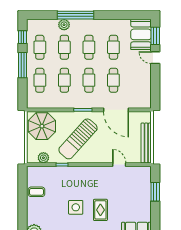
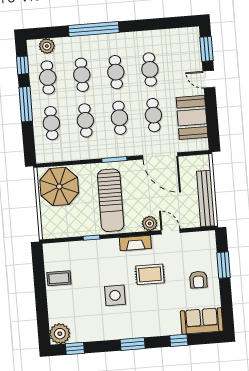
plant: (64, 25) -> (47, 46), moved
booth: (141, 34) -> (192, 117), moved
sun lounger: (78, 139) -> (111, 200), turned -42
plant: (43, 158) -> (150, 223), moved
fireplace: (93, 171) -> (135, 243), added
armchair: (136, 201) -> (198, 280), added
rug: (100, 210) -> (150, 274), moved, turned 90

